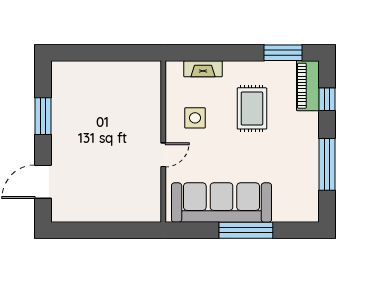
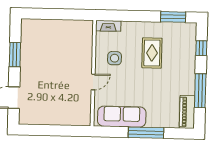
fireplace: (203, 69) -> (108, 26), moved
piano: (308, 86) -> (187, 112), moved
sofa: (221, 203) -> (122, 117), width x0.74, depth x0.79

